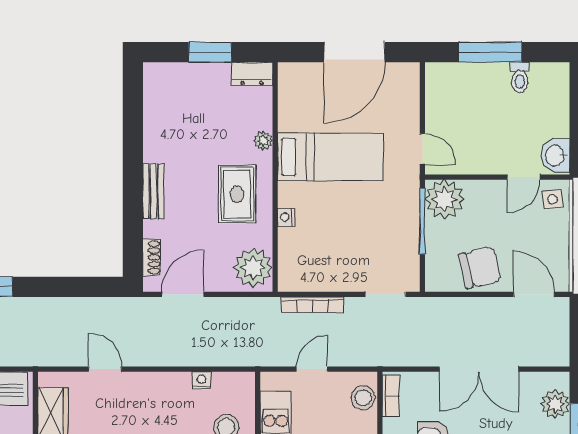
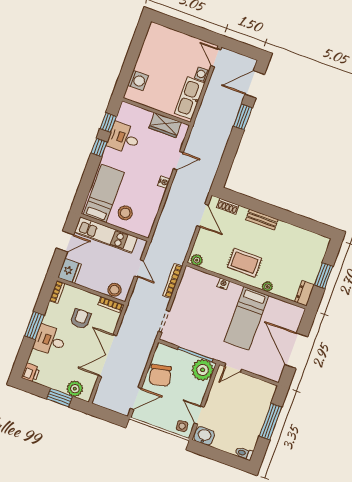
toilet: (520, 77) -> (244, 453), moved
plant: (253, 268) -> (197, 260), width x0.53, depth x0.53
nightstand: (202, 381) -> (164, 182), moved

